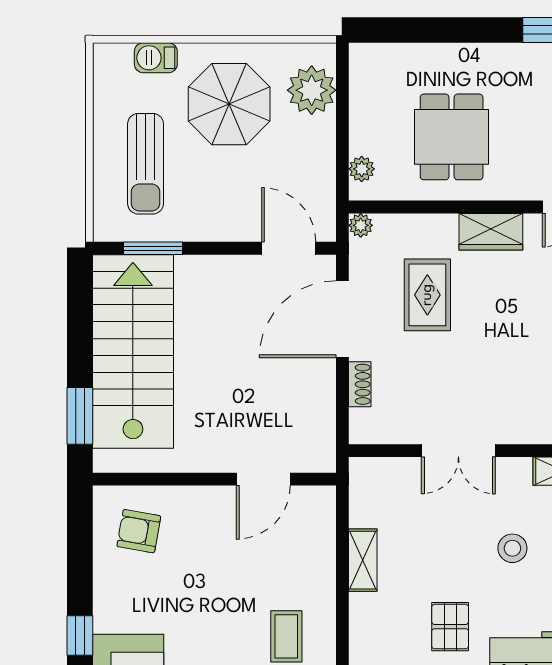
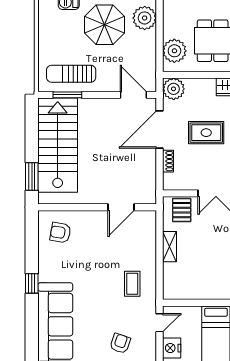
sun lounger: (146, 164) -> (71, 74), moved, turned 90
plant: (362, 169) -> (174, 51), width x1.88, depth x1.88
plant: (361, 225) -> (174, 89), width x1.88, depth x1.88
rug: (427, 295) -> (206, 133), moved, turned 90
pallet: (450, 627) -> (182, 210), moved

